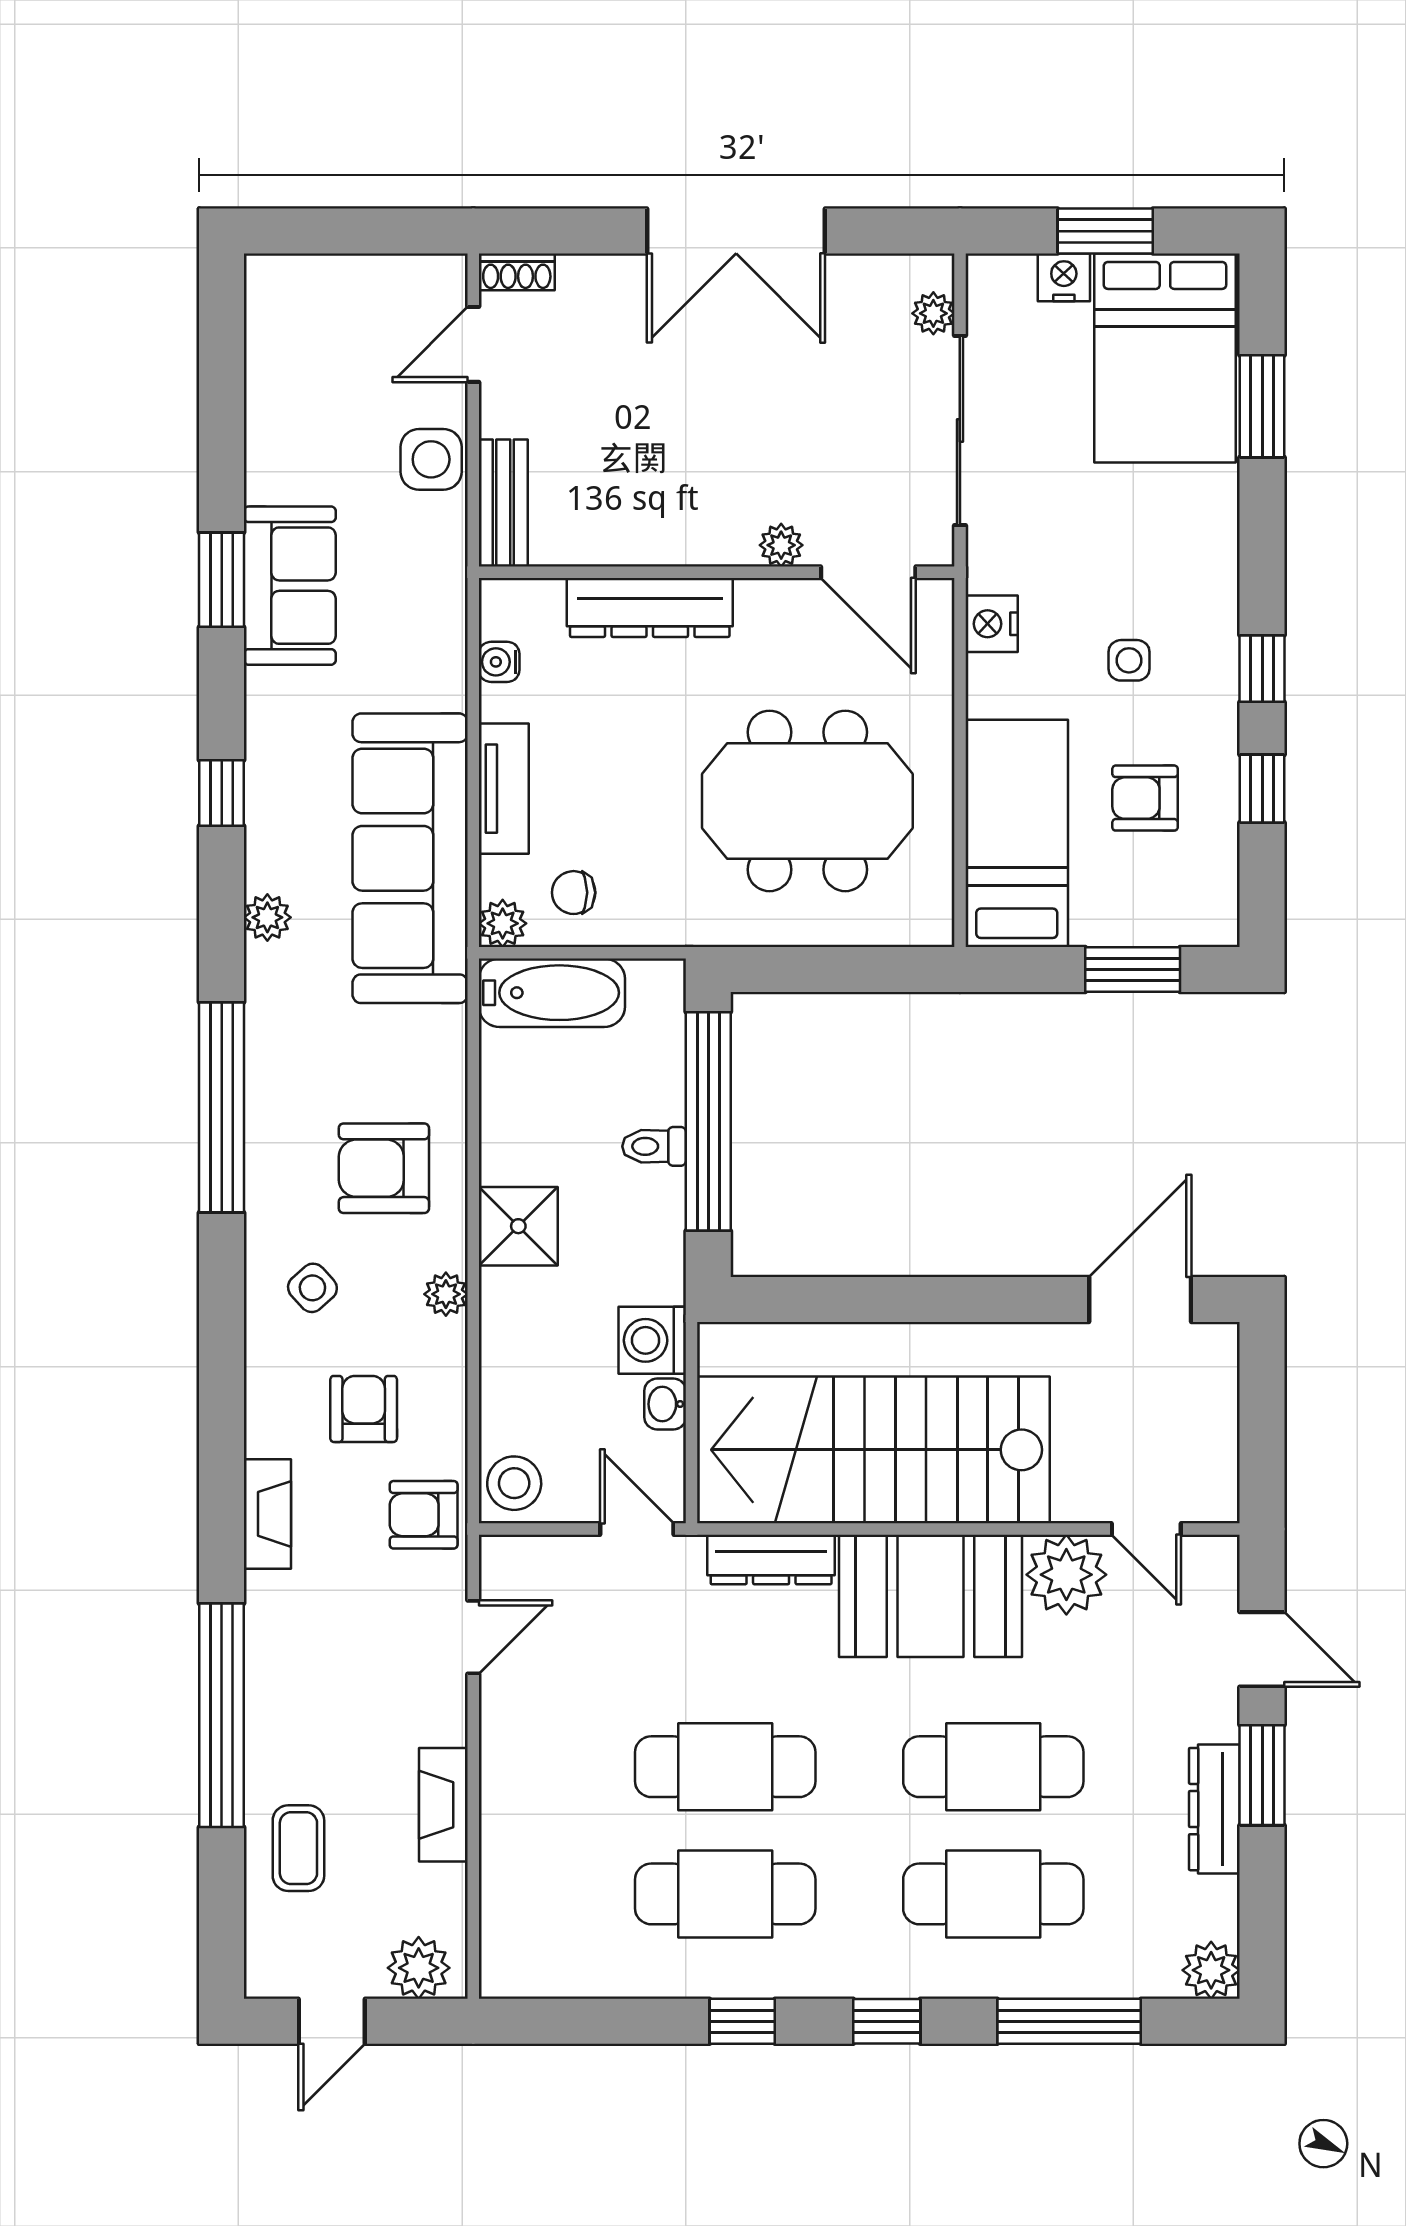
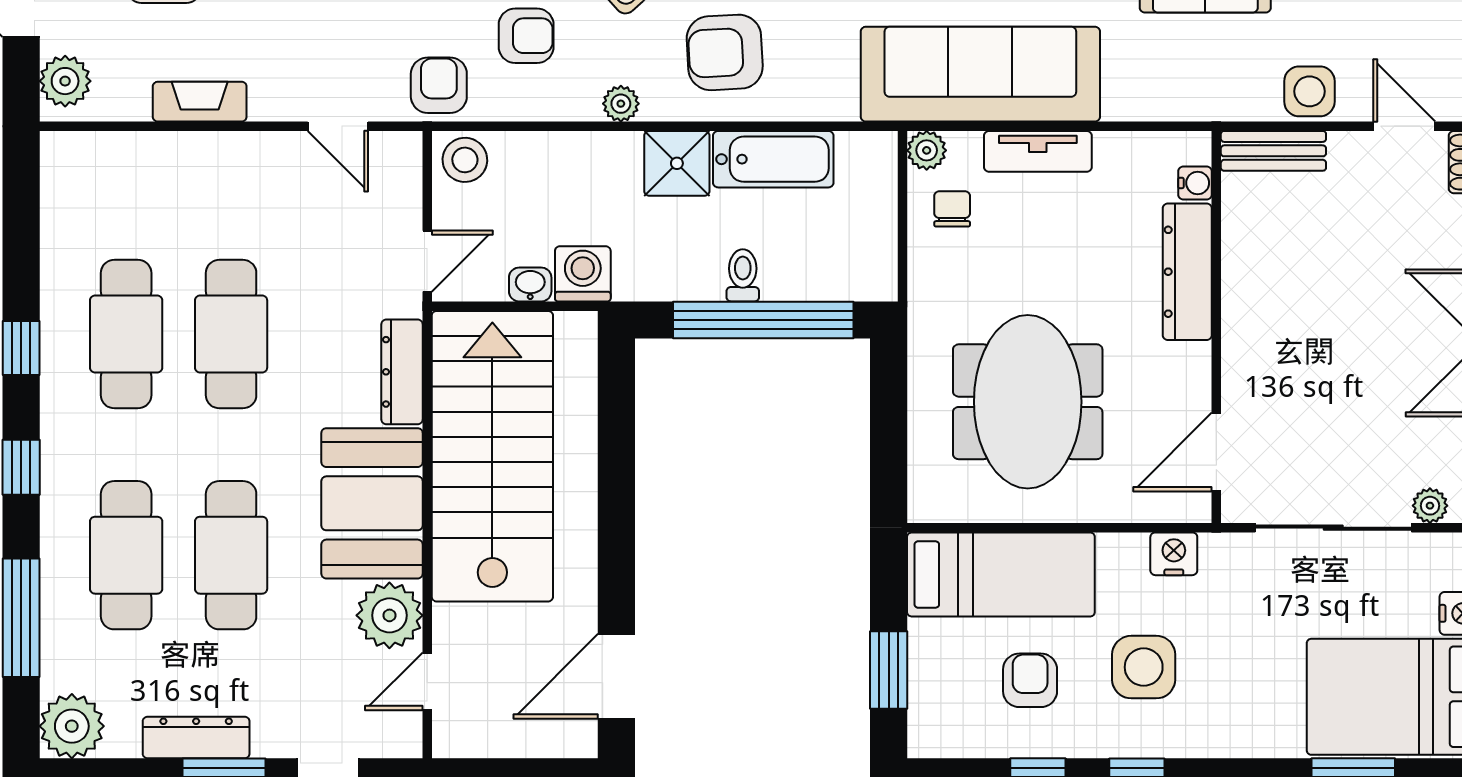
plant: (781, 545) -> (1239, 380), removed
side table: (1129, 660) -> (1144, 667), width x1.87, depth x1.87
water cooler: (499, 662) -> (1195, 183), moved, turned 90
bathtub: (552, 993) -> (773, 159), moved, turned -90
armchair: (384, 1168) -> (725, 52), turned -93
door: (1140, 1300) -> (616, 676), swing flipped
plant: (1211, 1970) -> (72, 726), width x1.36, depth x1.36

